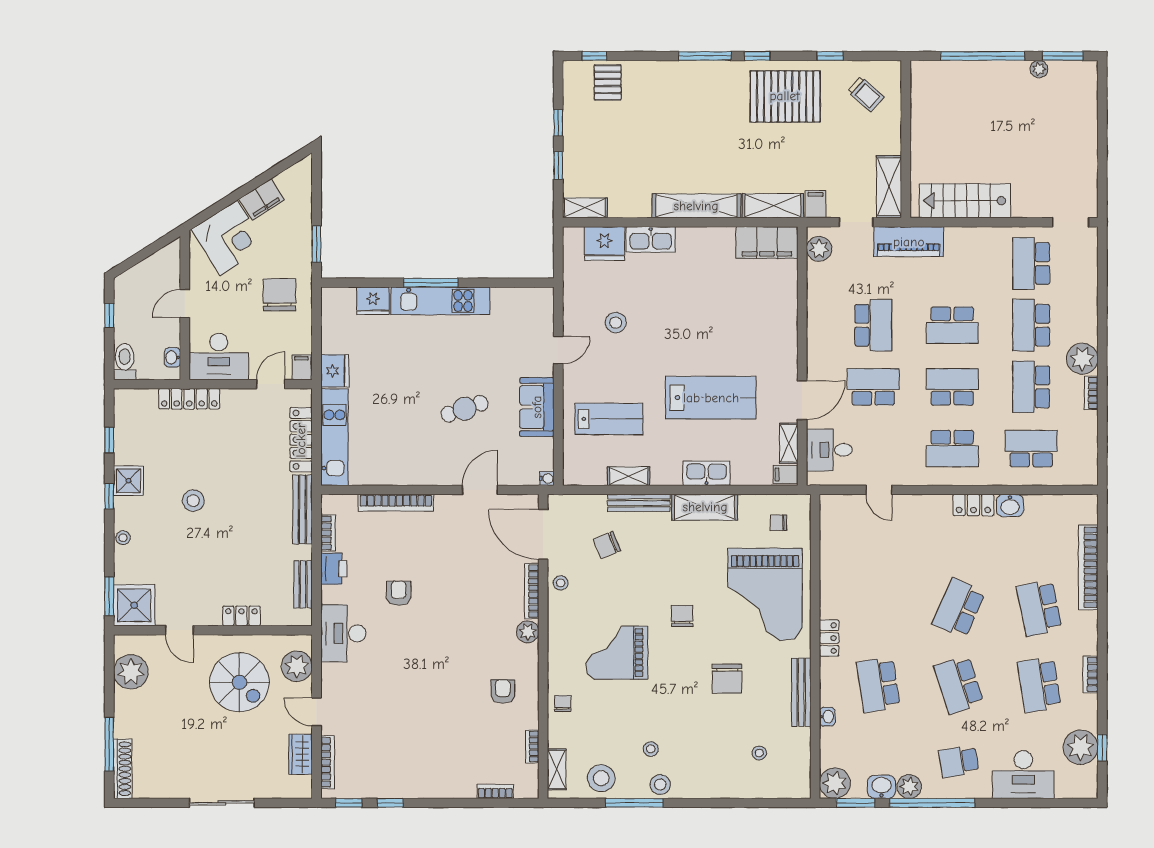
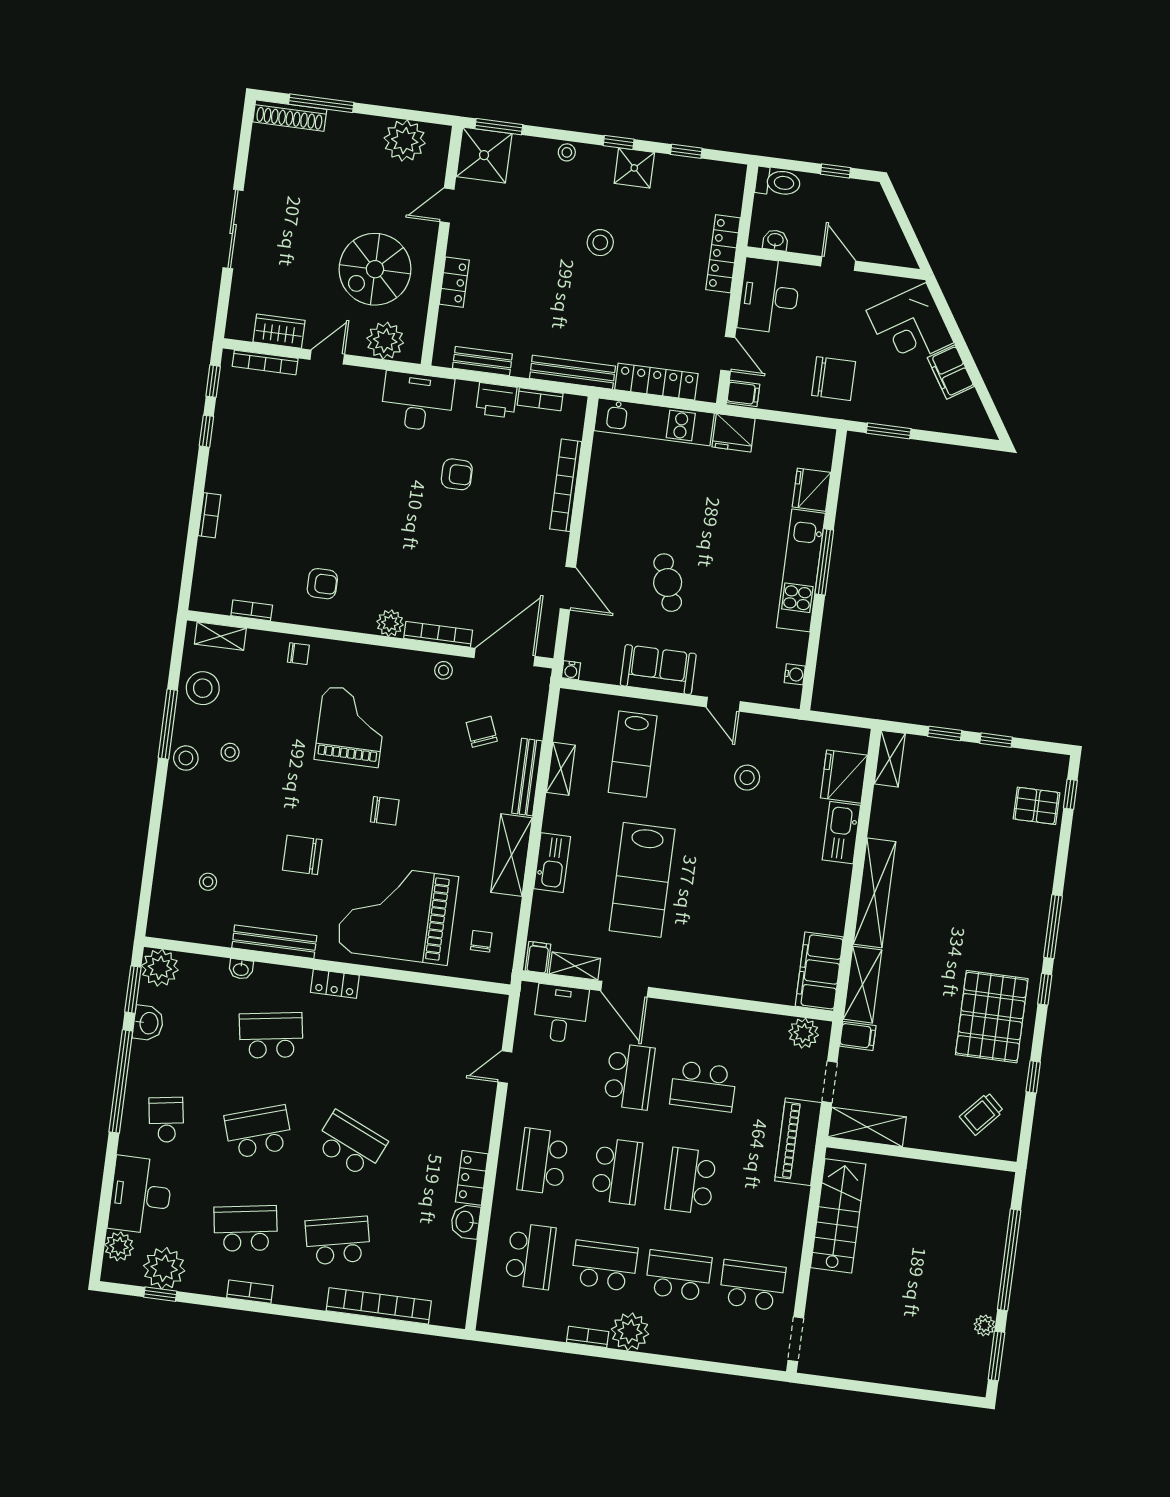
water cooler: (526, 295) -> (795, 674), added
plant: (909, 787) -> (119, 1246), moved
bookcase: (495, 791) -> (209, 515), moved

